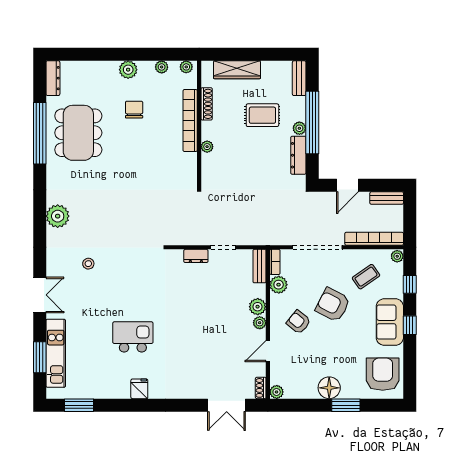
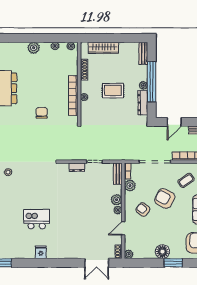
chair: (134, 110) -> (42, 113), moved
rug: (262, 115) -> (113, 91), moved
bookcase: (190, 121) -> (73, 96), moved

